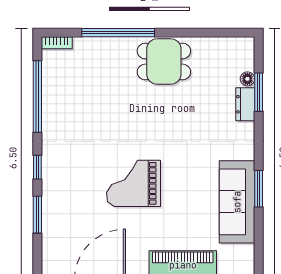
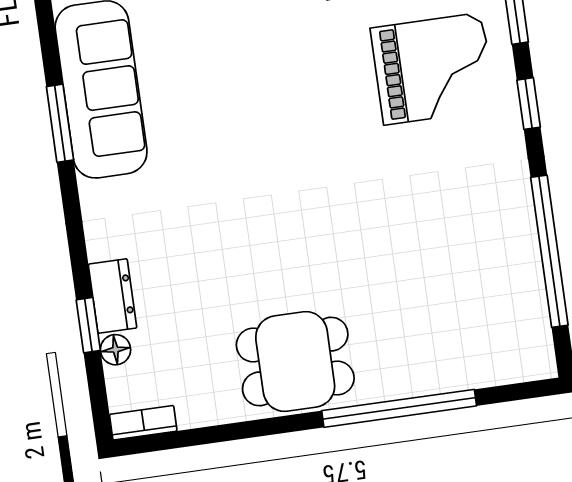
bookcase: (57, 43) -> (143, 423), moved
window: (259, 92) -> (88, 325), width x0.67
grand piano: (133, 183) -> (433, 69), moved

